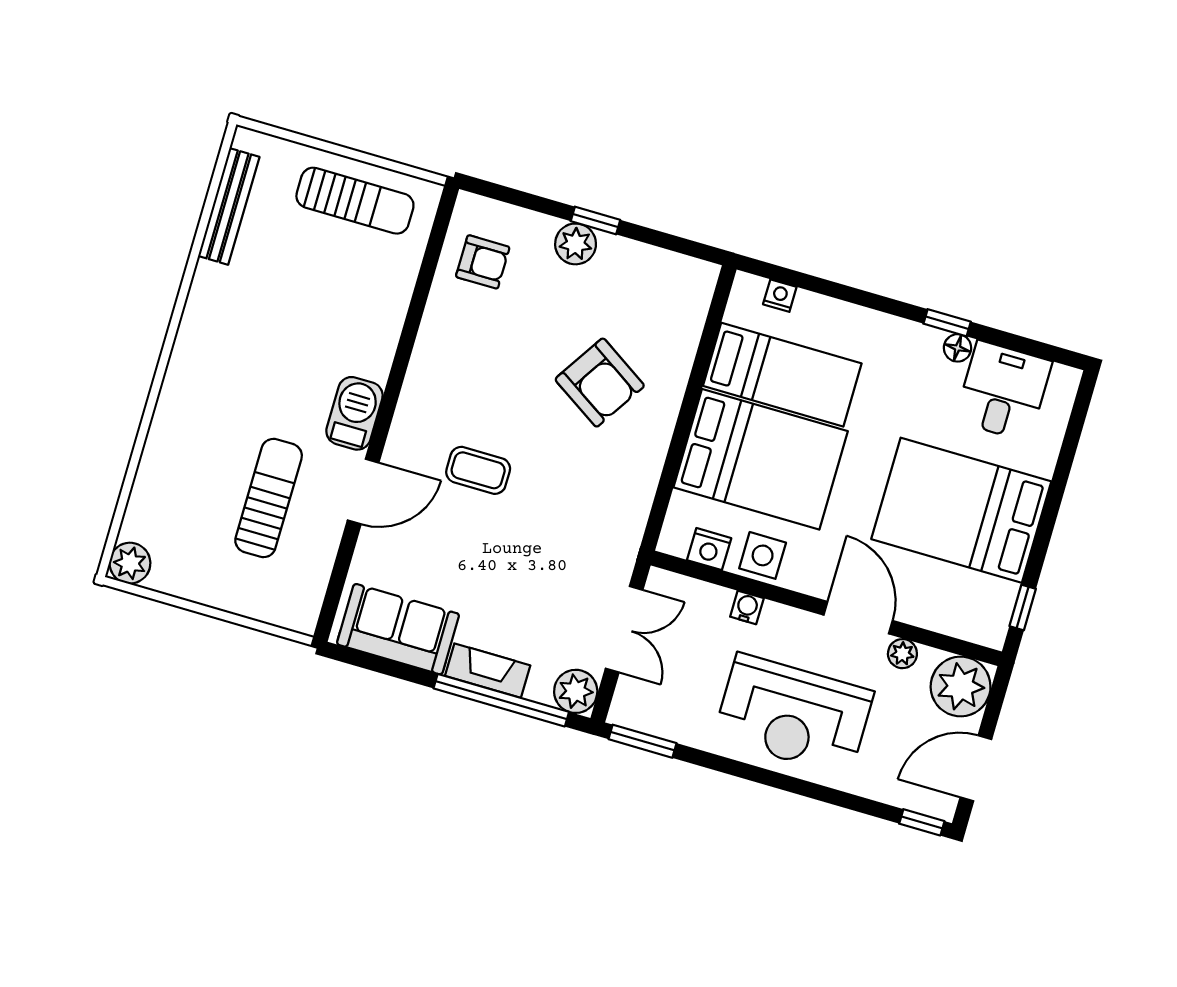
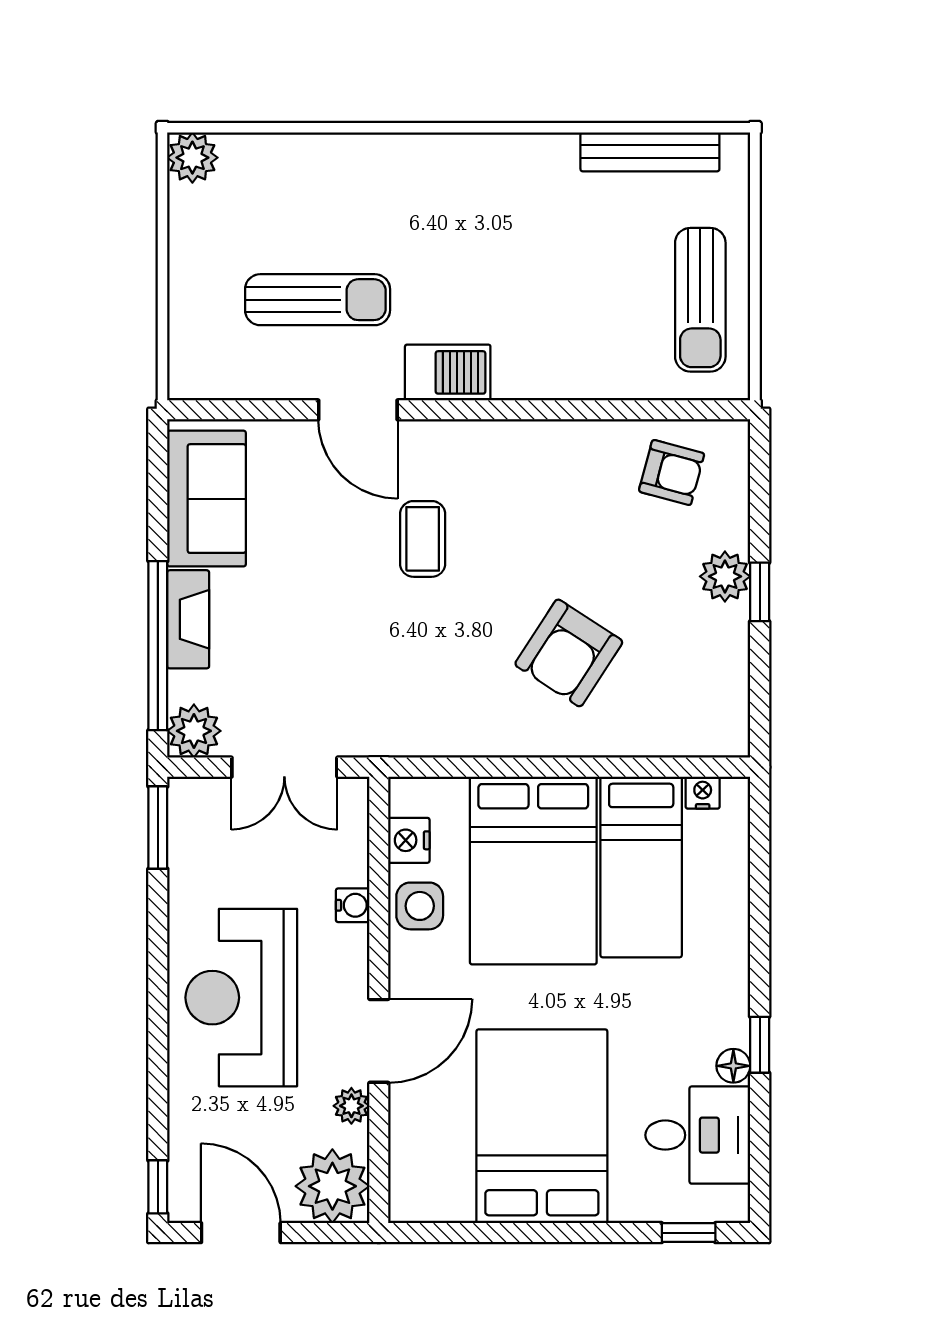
armchair: (483, 262) -> (672, 472), turned -75
nightstand: (780, 296) -> (703, 793), moved, turned -90
window: (1023, 607) -> (689, 1233), moved

